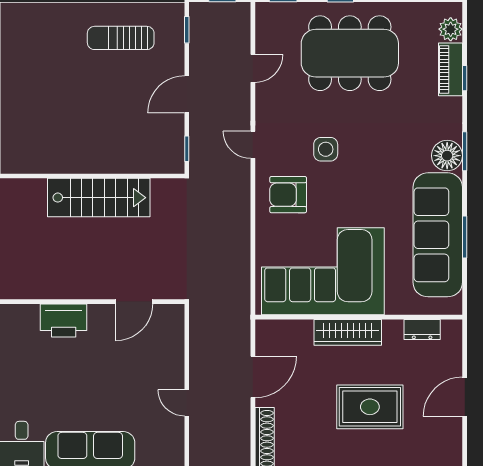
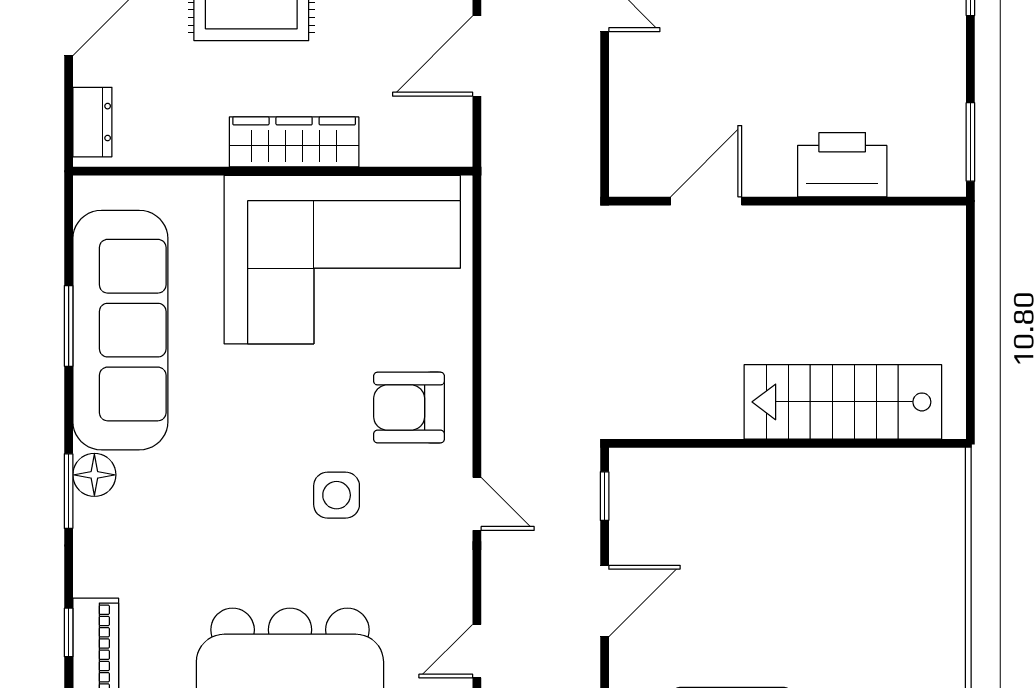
floor lamp: (447, 156) -> (94, 475), width x0.73, depth x0.73
armchair: (288, 195) -> (409, 408), turned 180
stairs: (99, 198) -> (843, 402), moved
dresser: (422, 329) -> (92, 122), moved, turned 90

